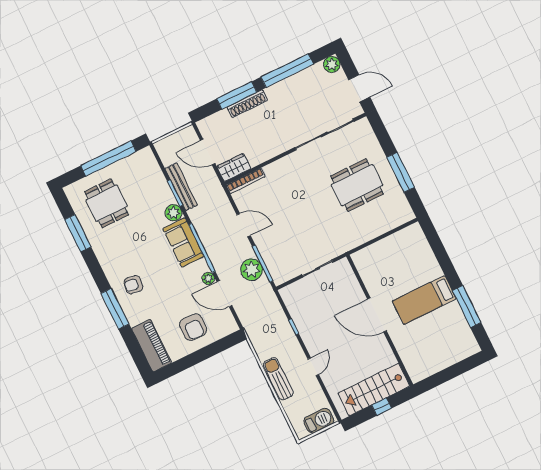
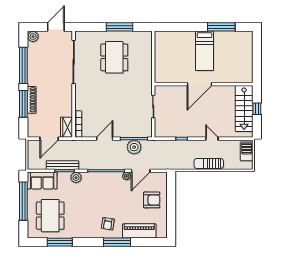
dining table: (107, 203) -> (50, 216), width x1.38
sofa: (183, 242) -> (42, 181), moved
piano: (152, 346) -> (139, 231), moved

